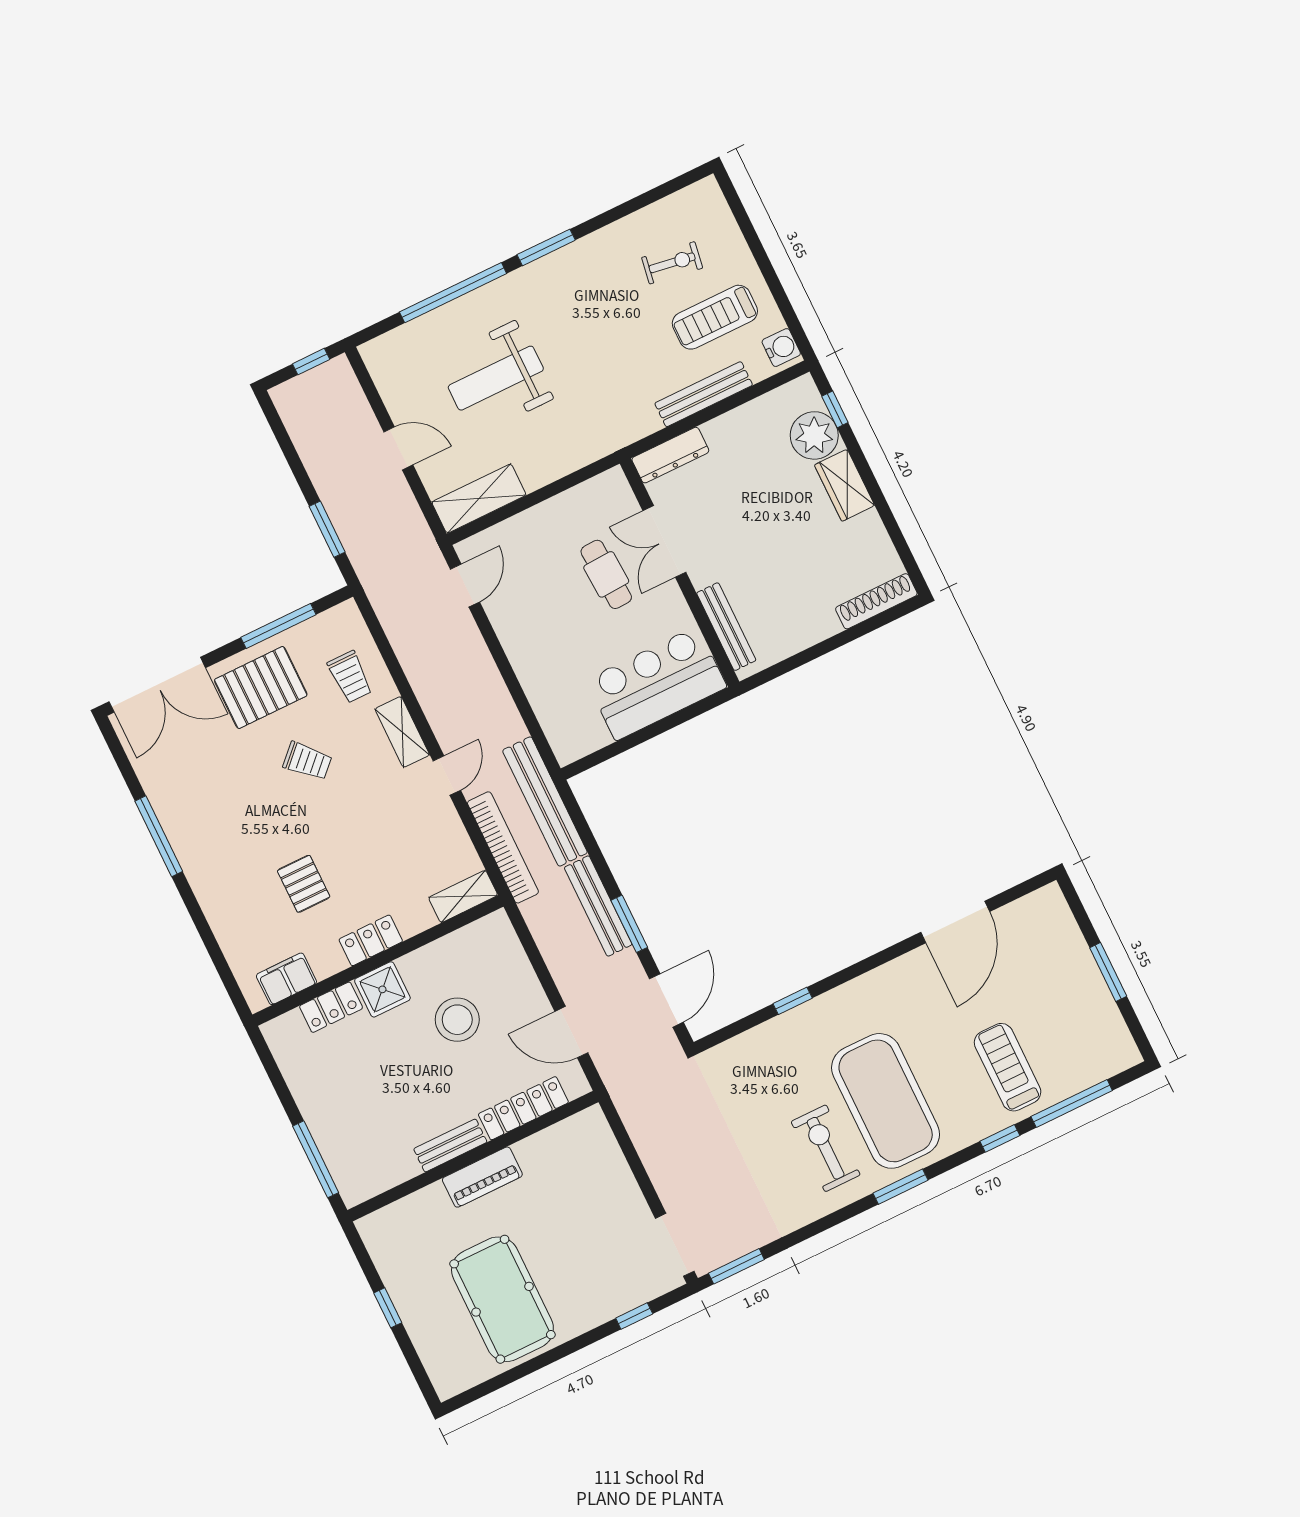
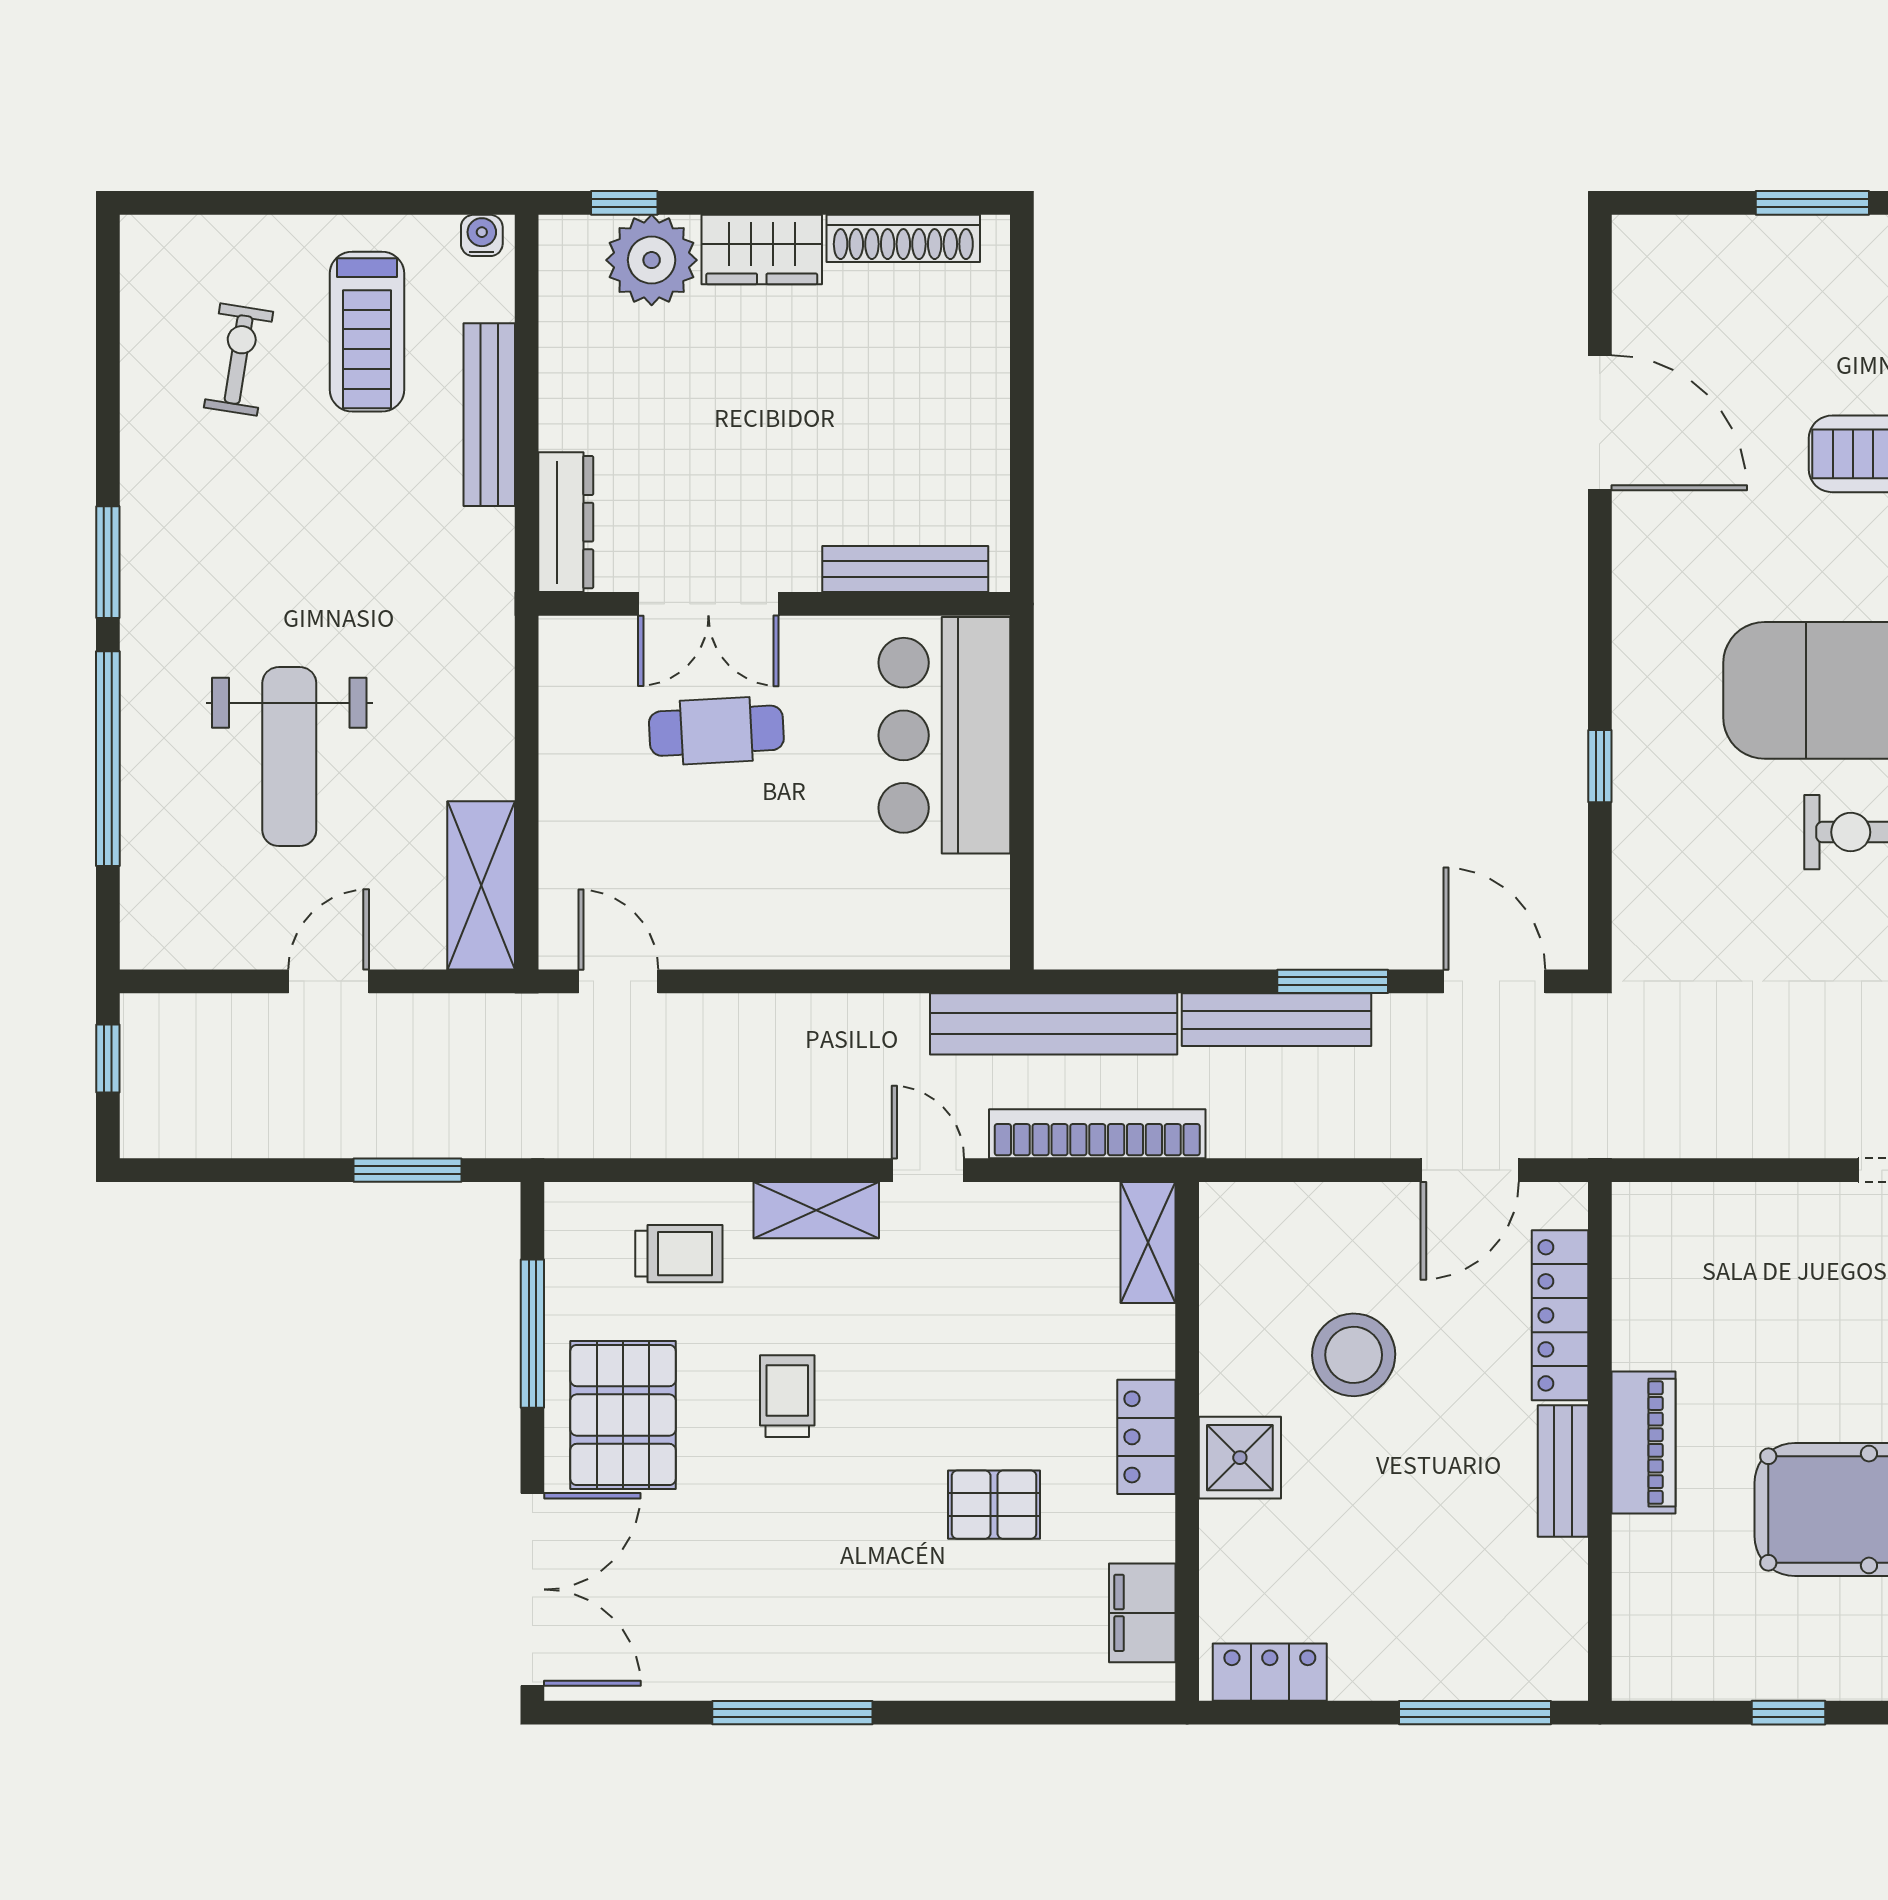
water cooler: (781, 348) -> (482, 235), width x0.72, depth x0.72
shoe rack: (876, 601) -> (903, 238), moved, turned -90
trolley: (307, 761) -> (787, 1396), turned -45
locker: (331, 1007) -> (1270, 1672), moved, turned -90

